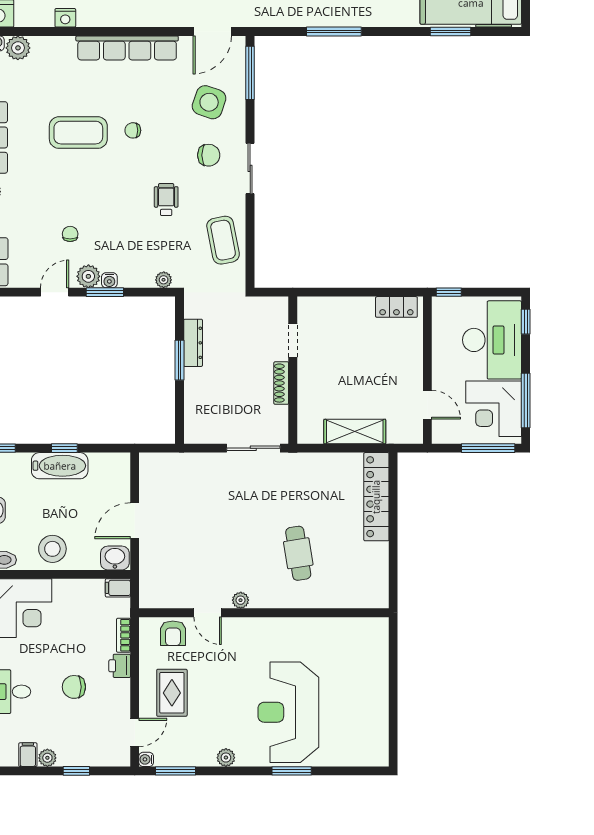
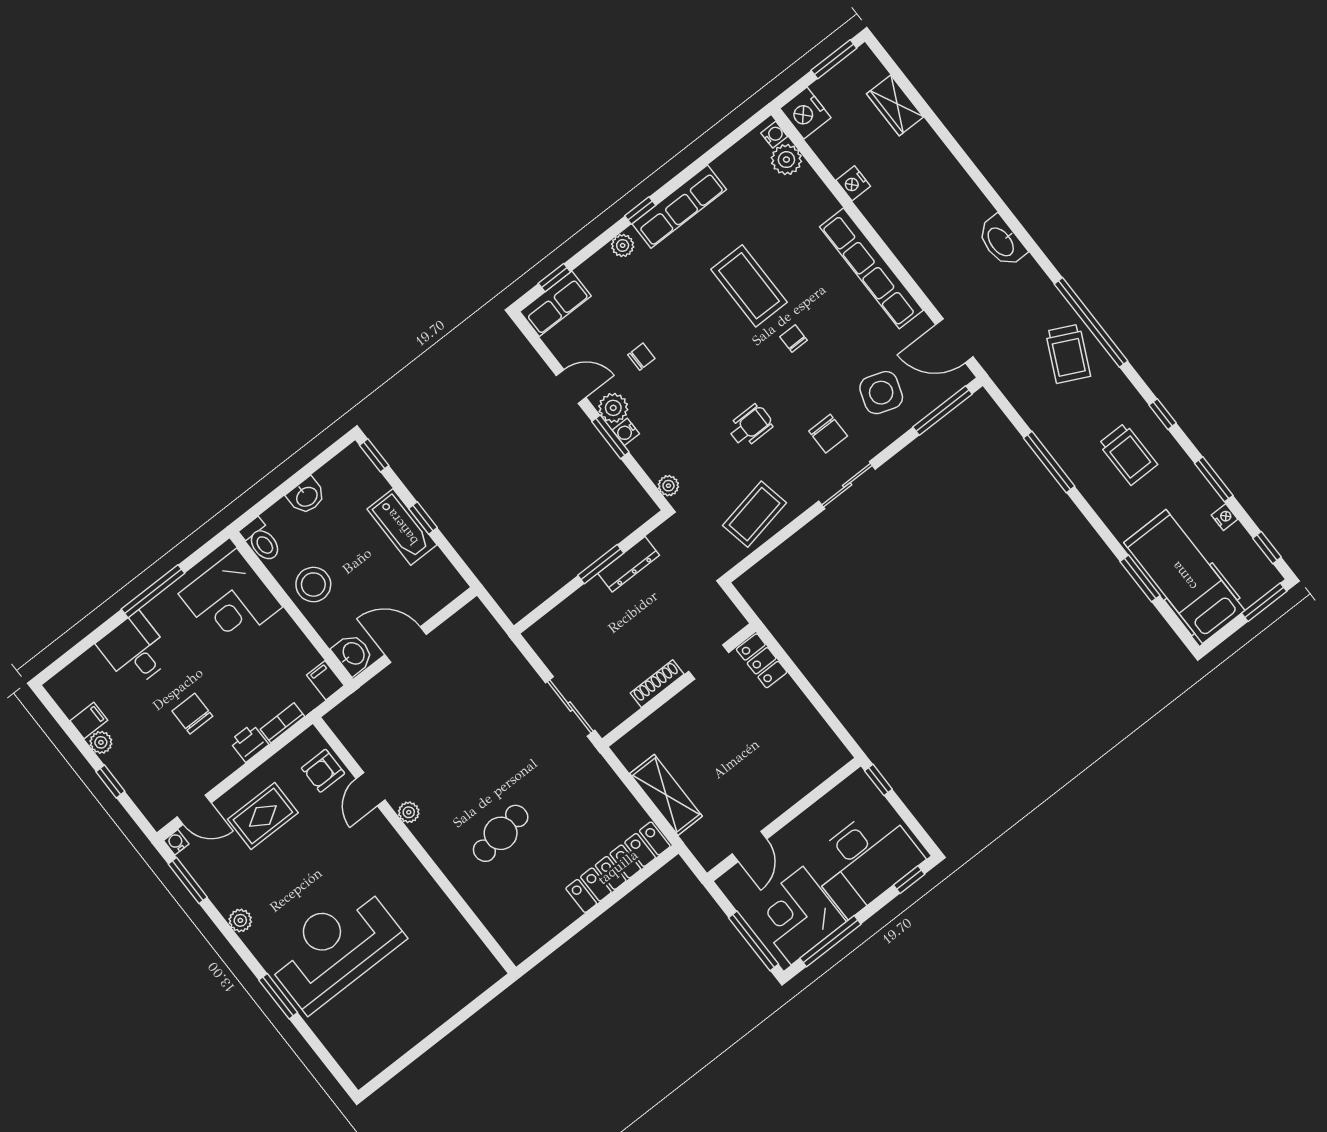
locker: (396, 307) -> (762, 661), moved

